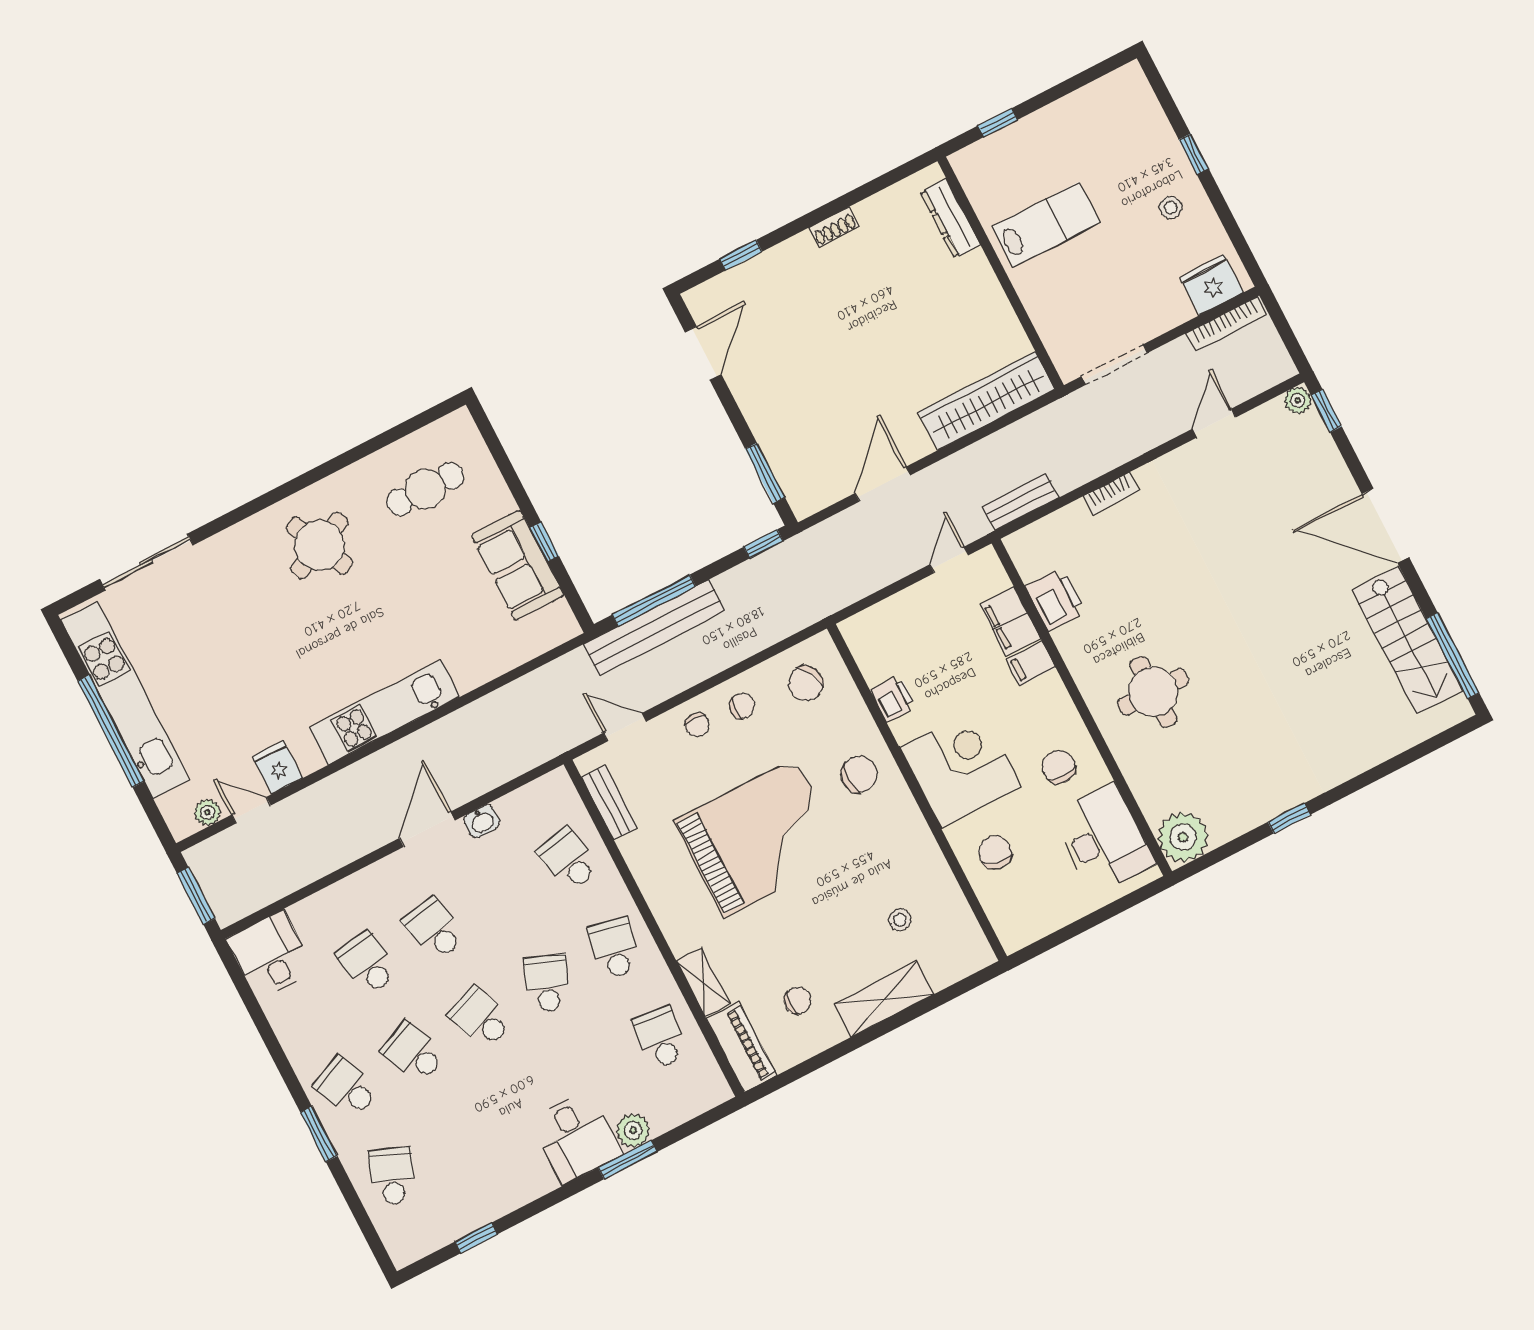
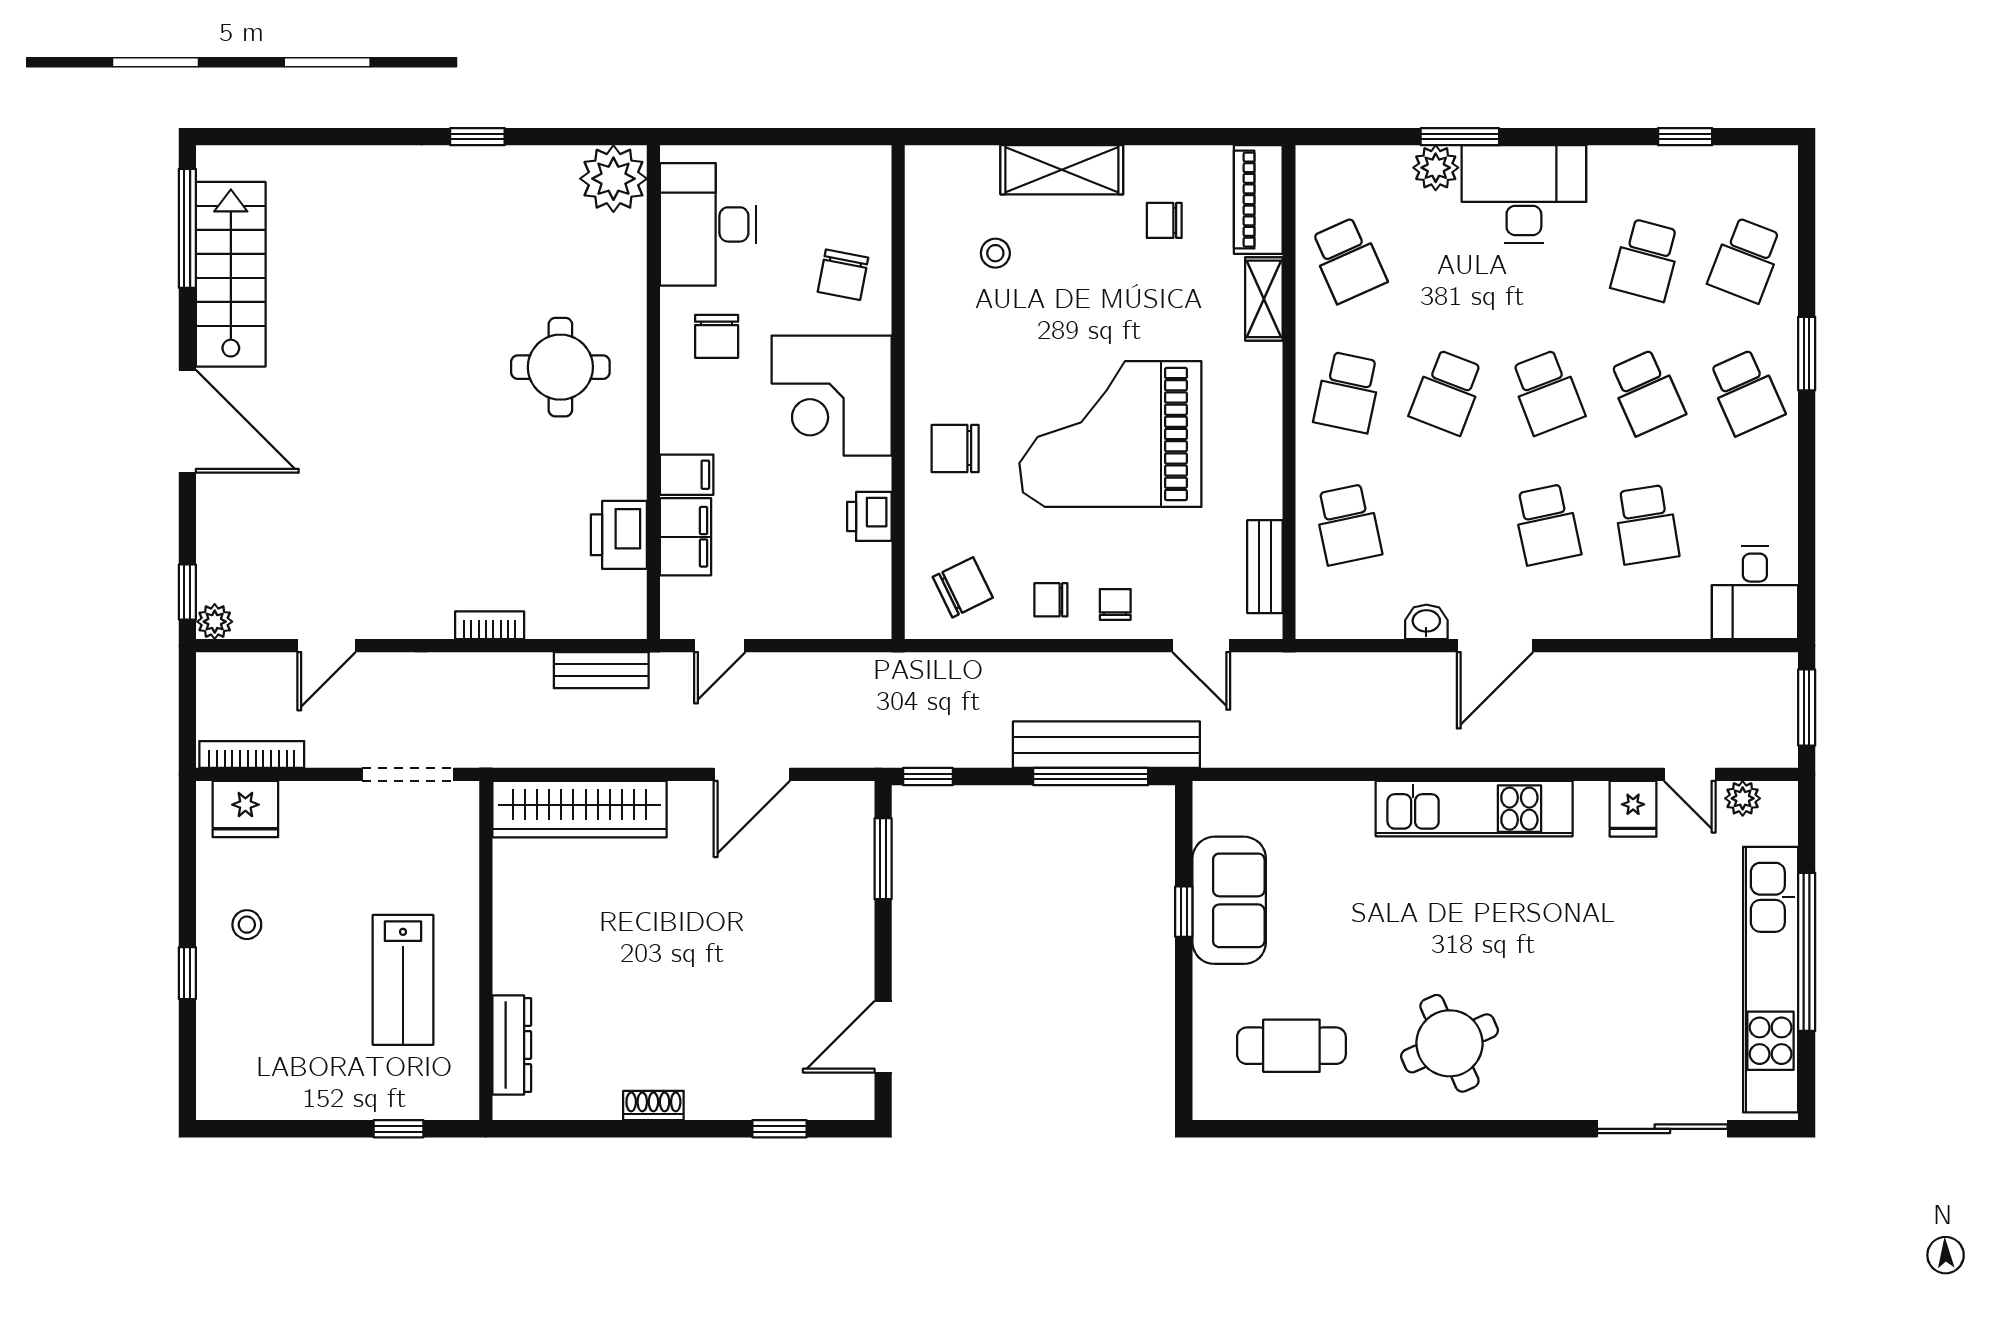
lab bench: (1046, 225) -> (403, 980), turned -90
school desk: (660, 1038) -> (1348, 260), turned -30
desk: (576, 1137) -> (1524, 194), width x1.37
school desk: (459, 1141) -> (1646, 260), added

